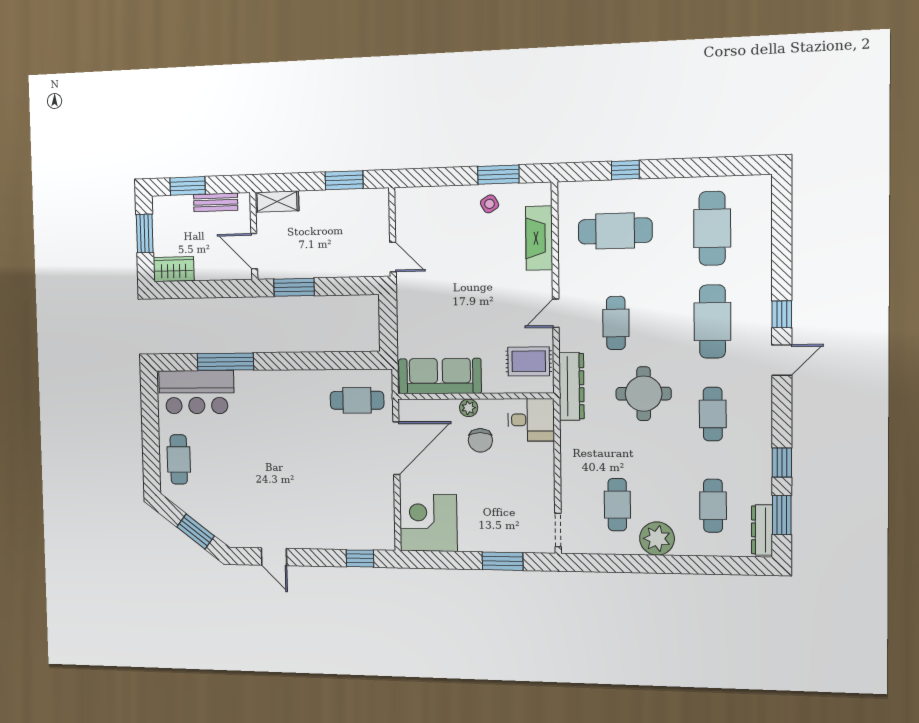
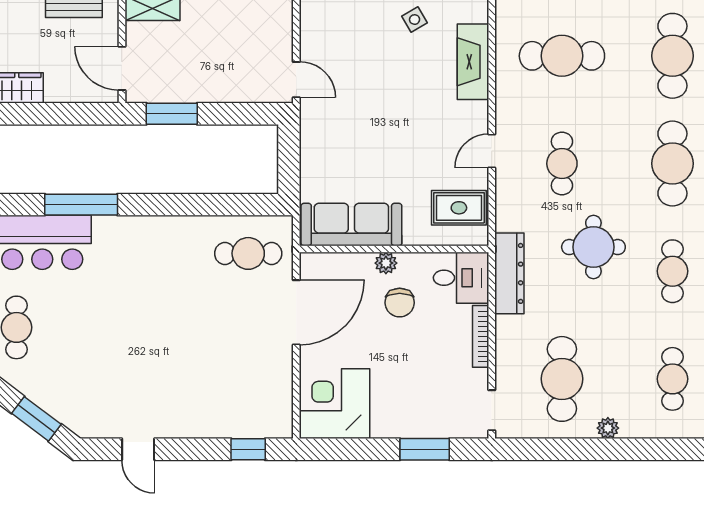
dresser: (571, 386) -> (509, 273), moved
bookcase: (548, 469) -> (481, 336), added
cafe table: (617, 505) -> (562, 379), width x1.37, depth x1.35
plant: (657, 539) -> (608, 428), width x0.53, depth x0.53

